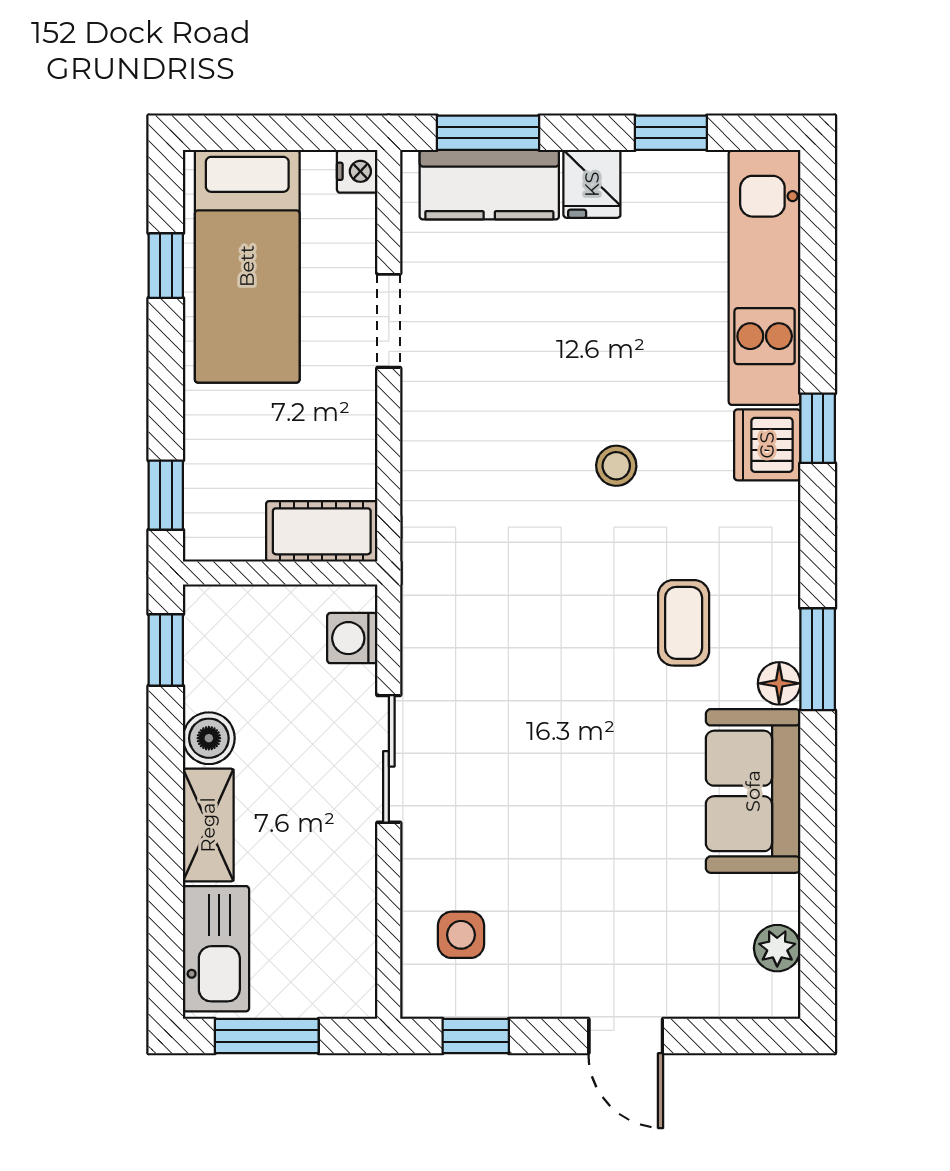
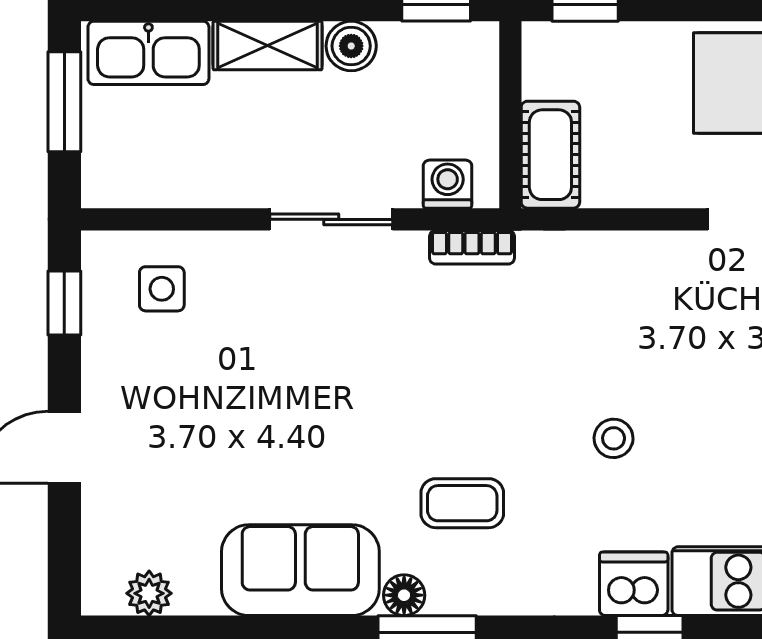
bookcase: (418, 613) -> (472, 247), added

